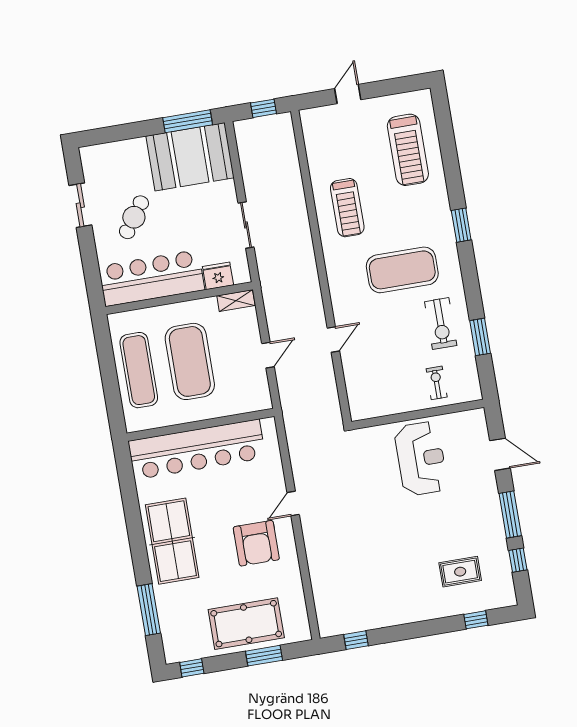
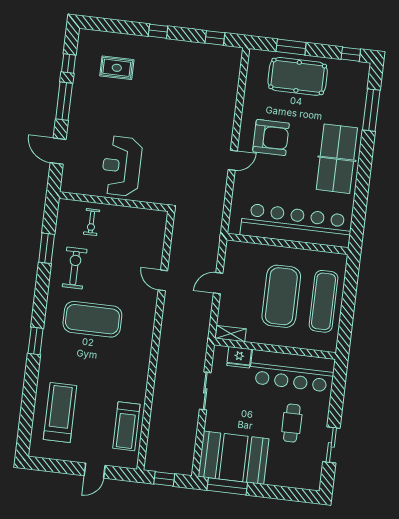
treadmill: (347, 208) -> (126, 426), moved, turned 180
cafe table: (134, 217) -> (292, 423), turned -35
door: (333, 339) -> (163, 280), hinge flipped
armchair: (256, 543) -> (271, 137), turned 90
window: (476, 620) -> (158, 31), moved

